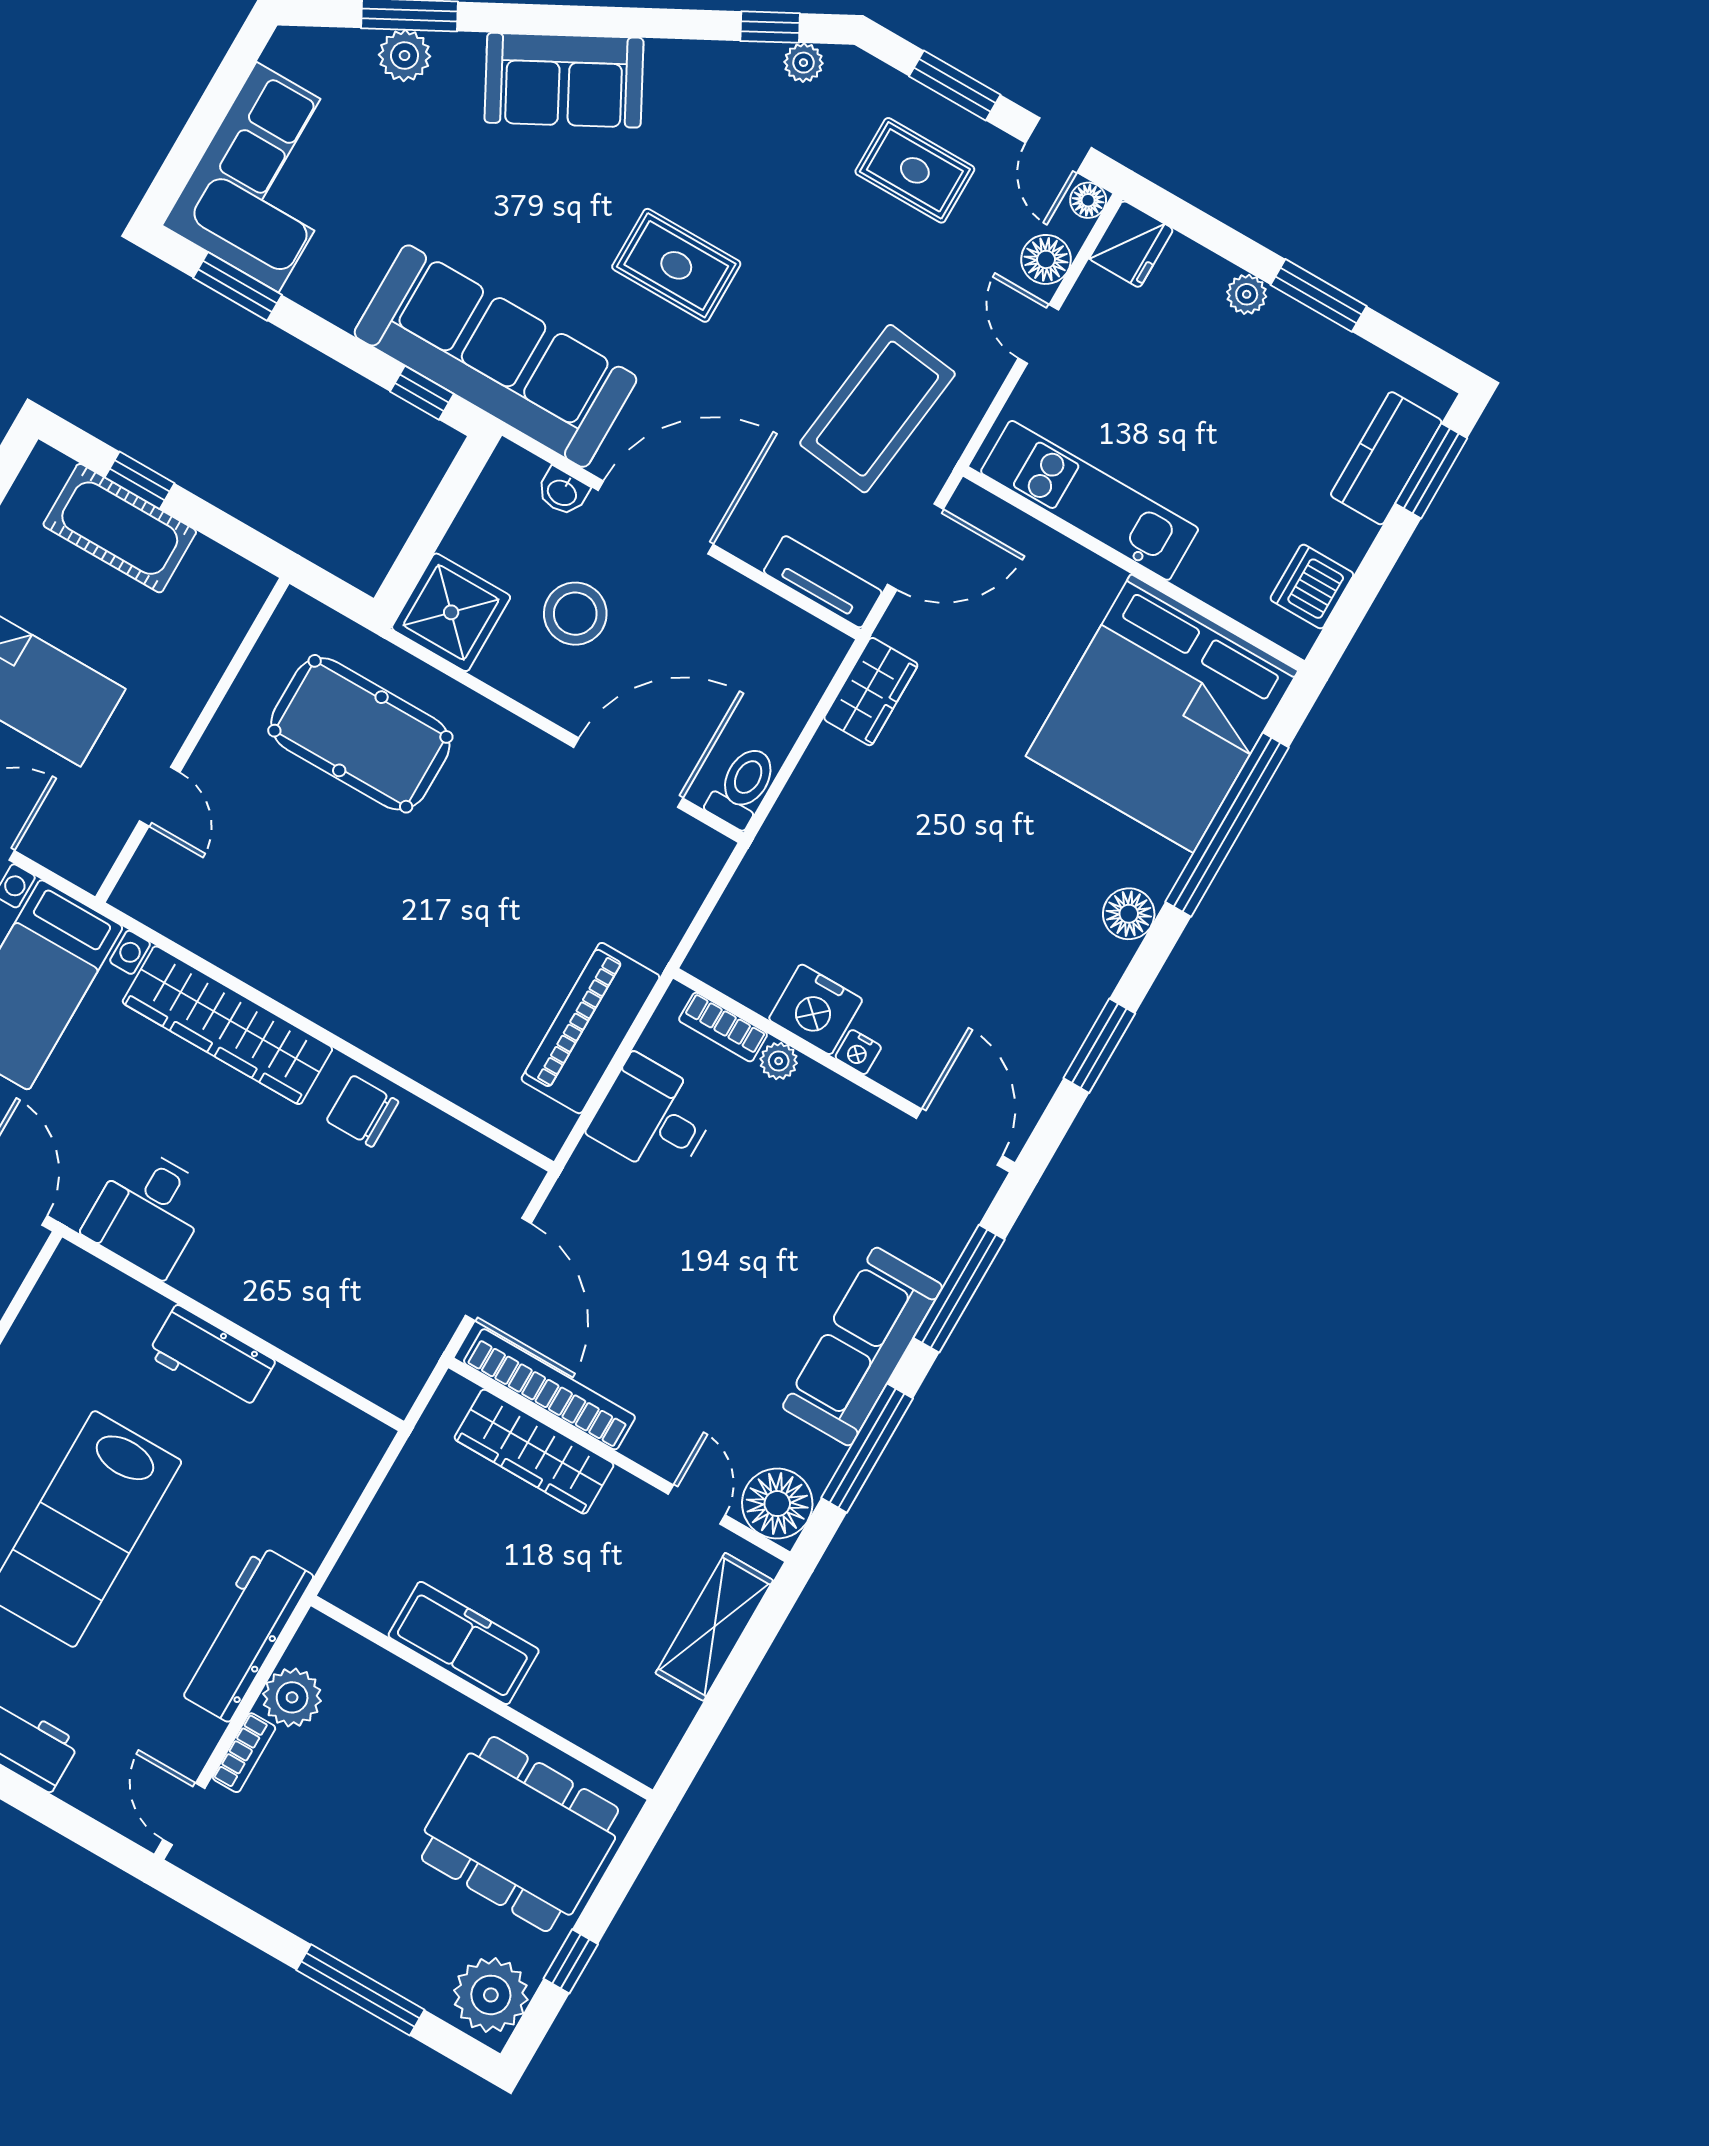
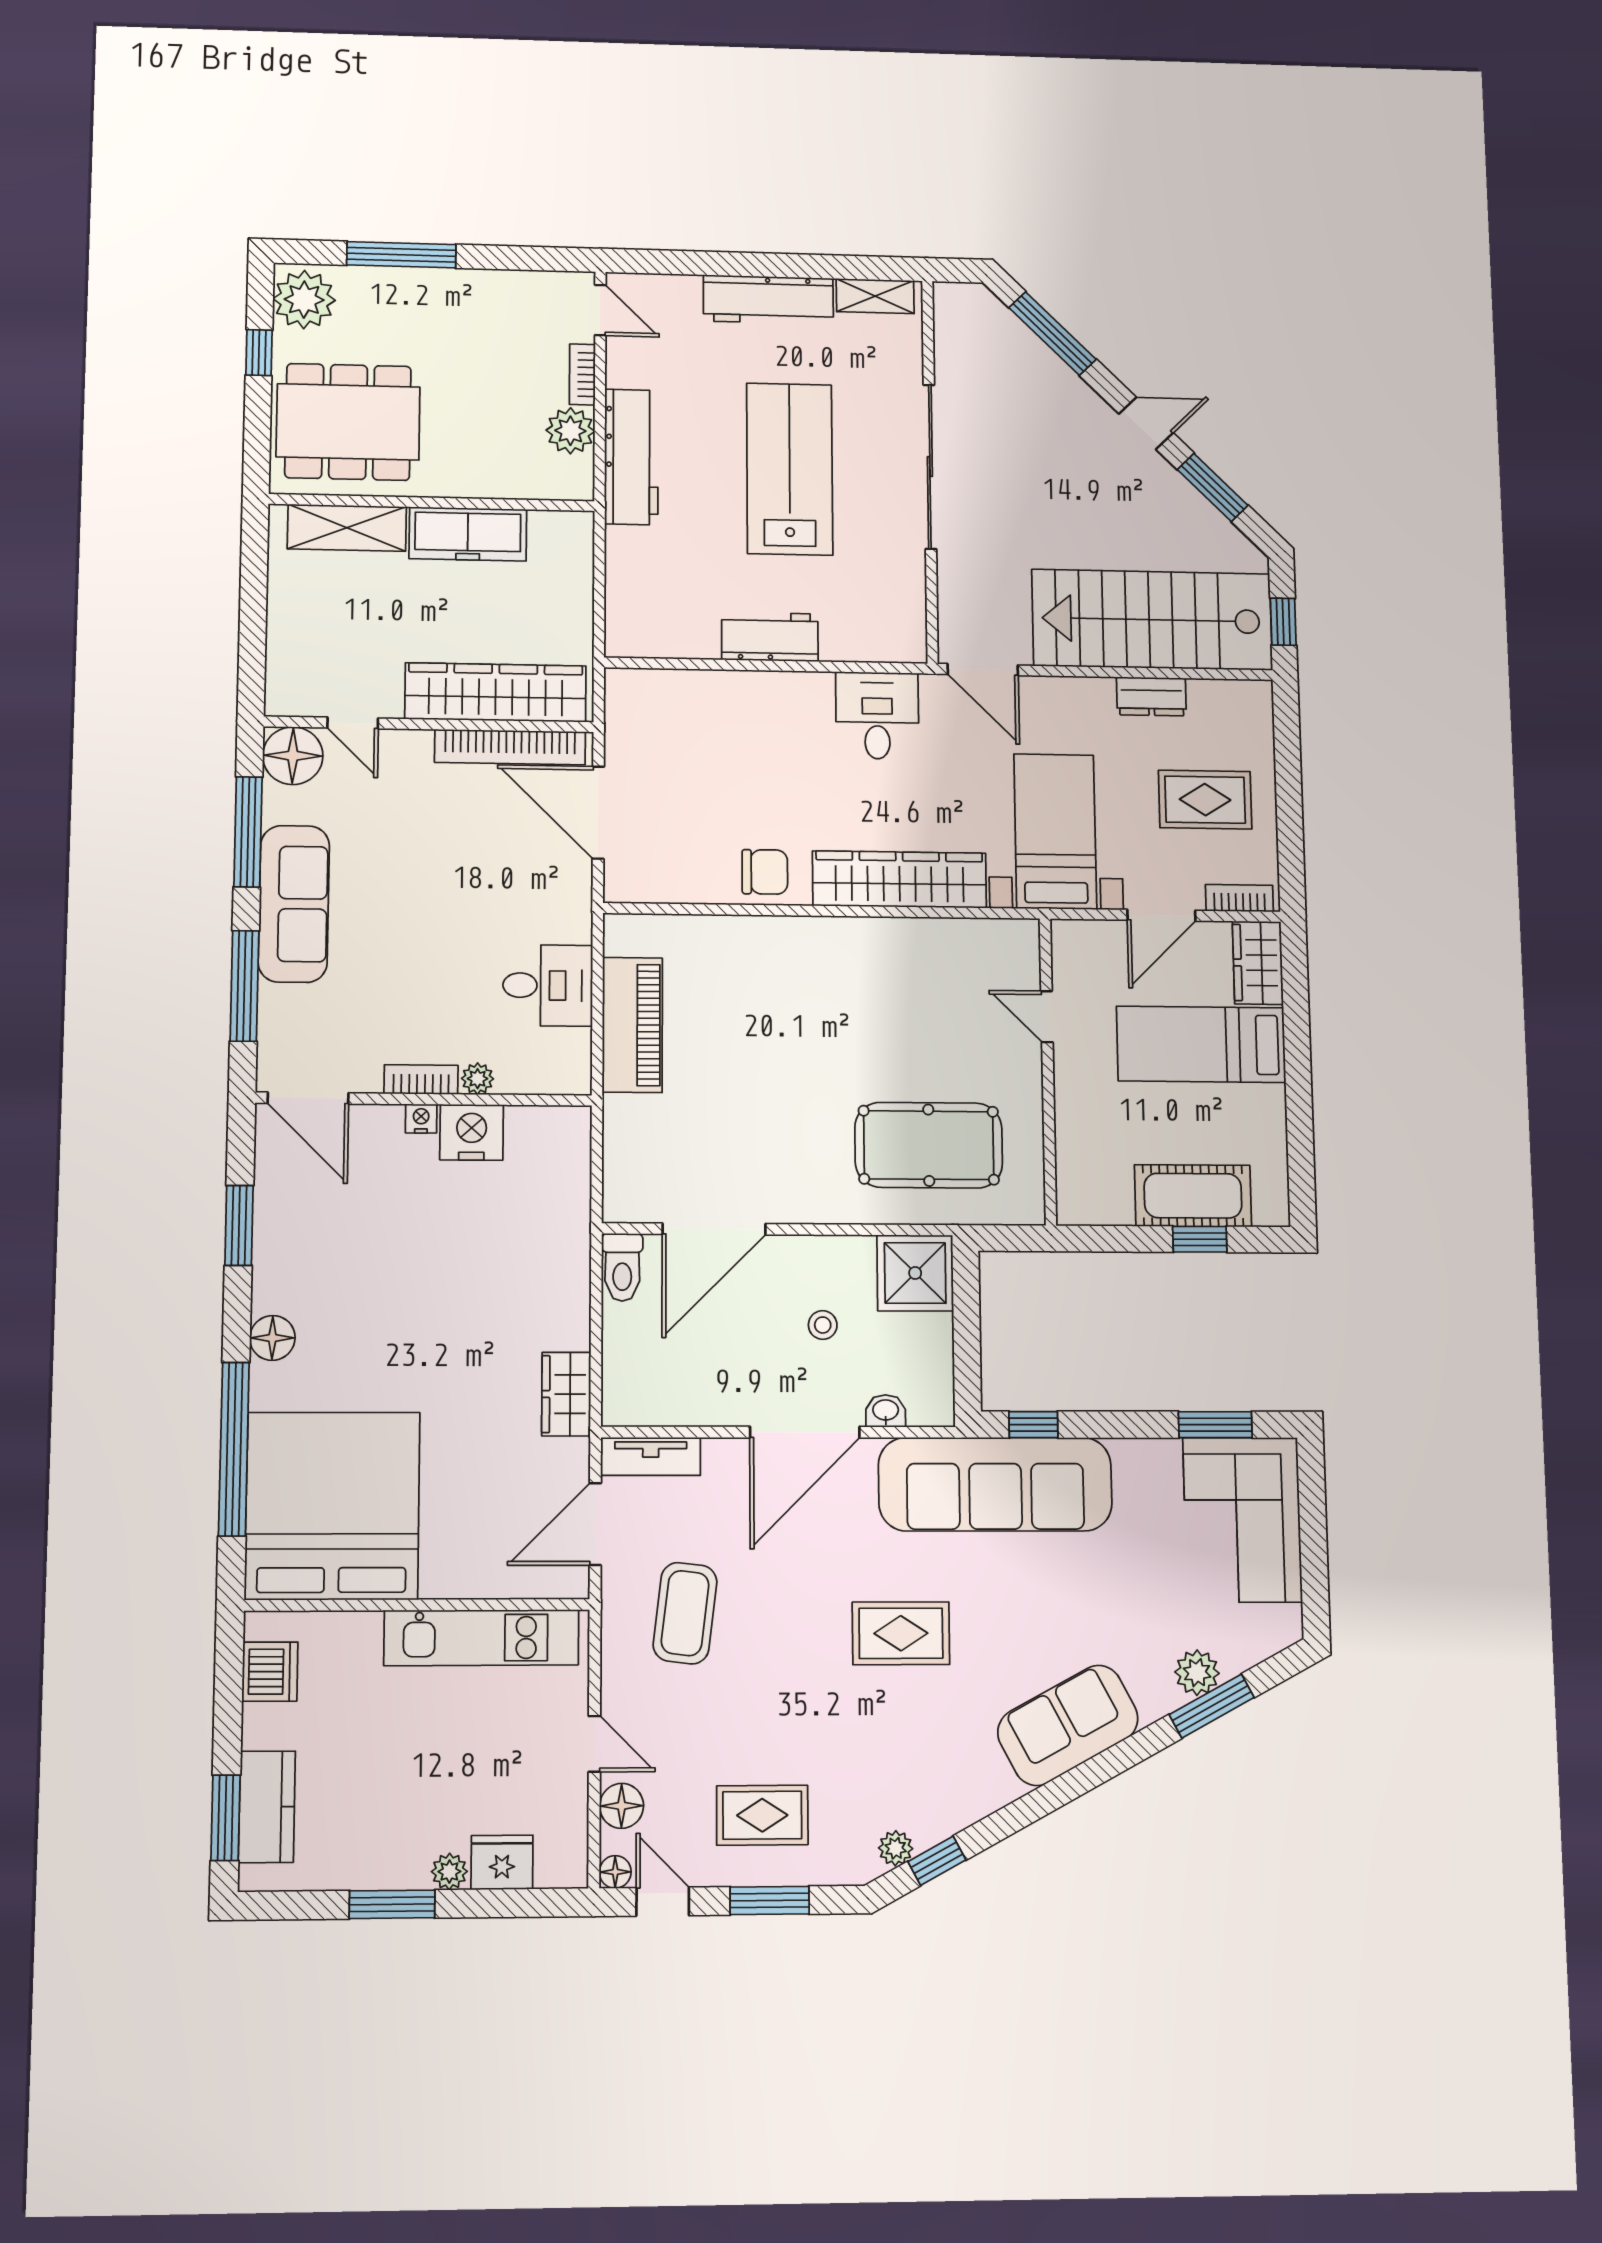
fridge: (1131, 244) -> (502, 1862), moved, turned 90
coffee table: (877, 409) -> (685, 1613), width x0.73, depth x0.76
stool: (575, 614) -> (823, 1325), width x0.53, depth x0.53
bookcase: (723, 1027) -> (421, 1079), moved
wardrobe: (534, 1452) -> (496, 692), width x1.40, depth x1.17
shelving: (714, 1627) -> (347, 528), moved, turned 90

